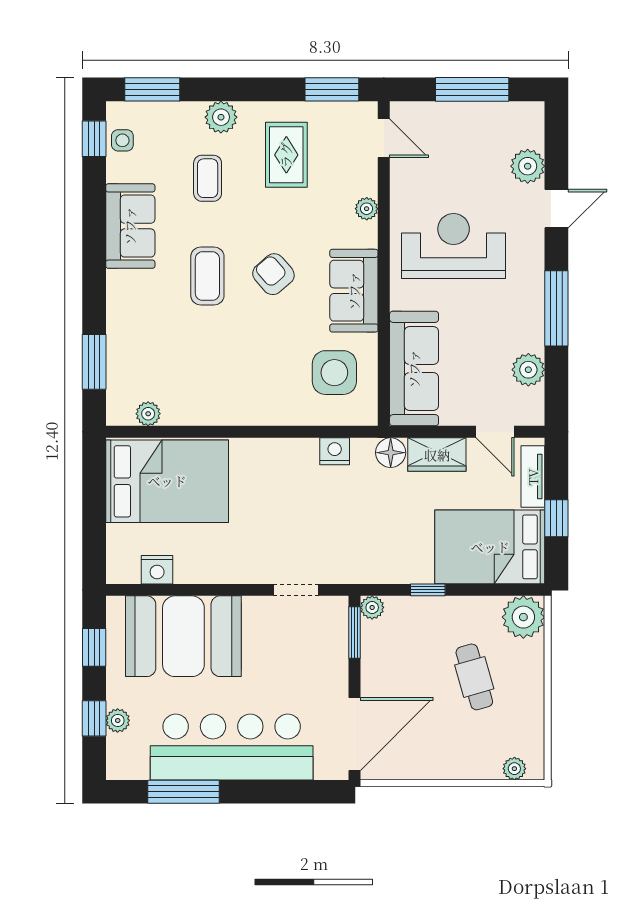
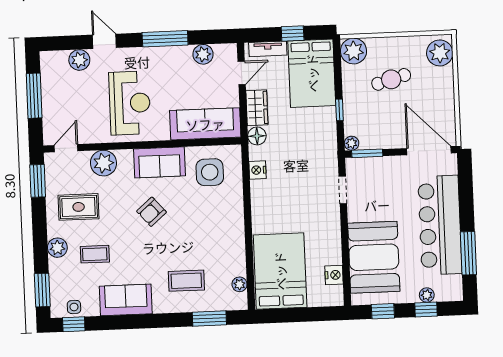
plant: (367, 209) -> (103, 163), width x1.87, depth x1.87
reception desk: (454, 246) -> (130, 103), turned 180
coffee table: (207, 276) -> (186, 281), moved
plant: (514, 769) -> (440, 53), width x1.88, depth x1.88

